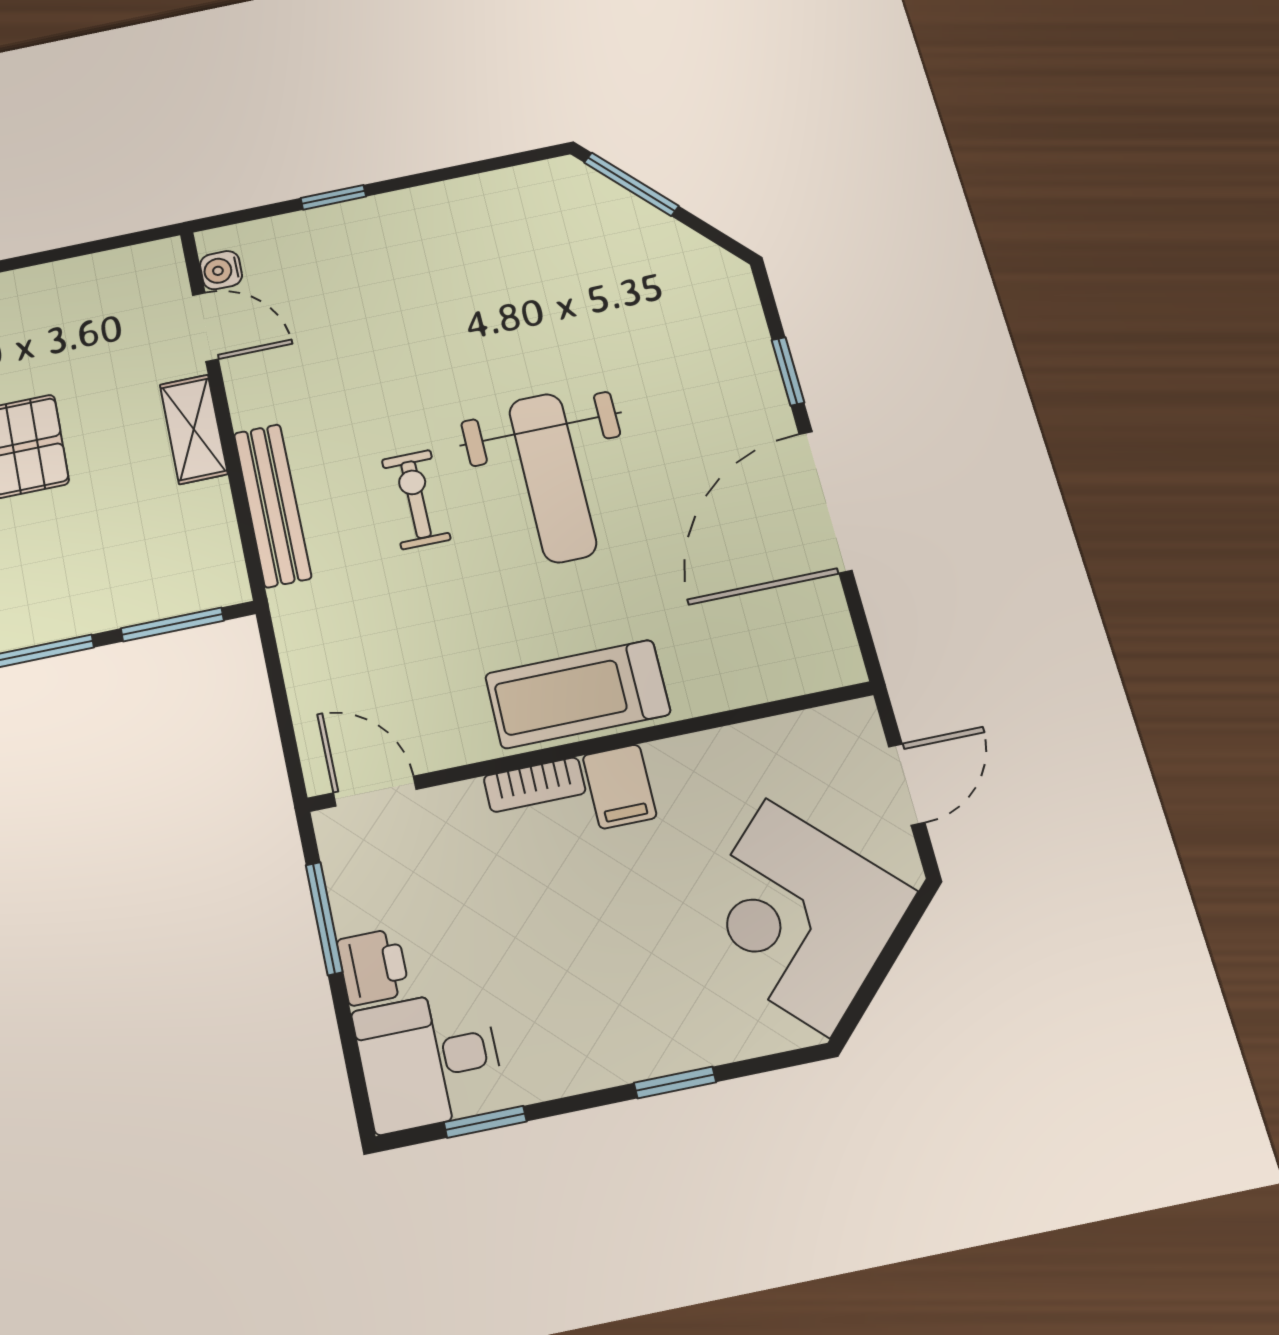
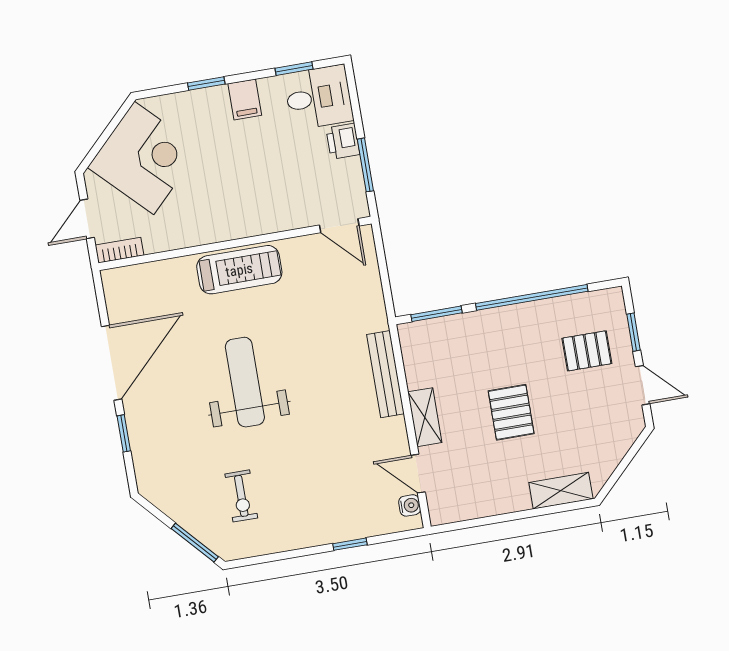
exercise bike: (416, 499) -> (241, 496), moved
bookcase: (535, 785) -> (119, 250), moved
filing cabinet: (620, 787) -> (245, 99), moved, turned 180

